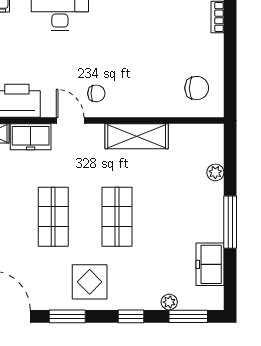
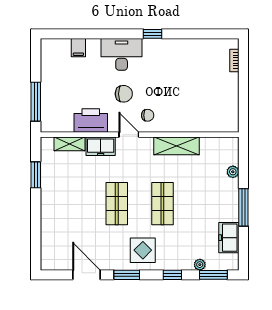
chair: (197, 88) -> (124, 94), moved

